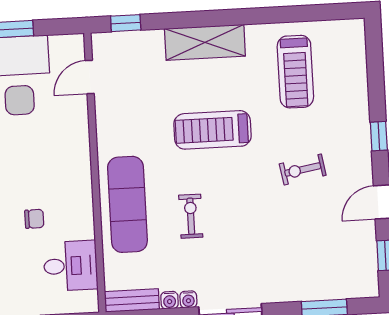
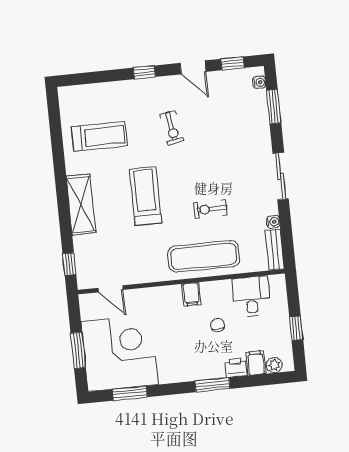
treadmill: (212, 130) -> (145, 196), turned 180
filing cabinet: (77, 185) -> (191, 294), added
water cooler: (188, 299) -> (259, 82), moved

